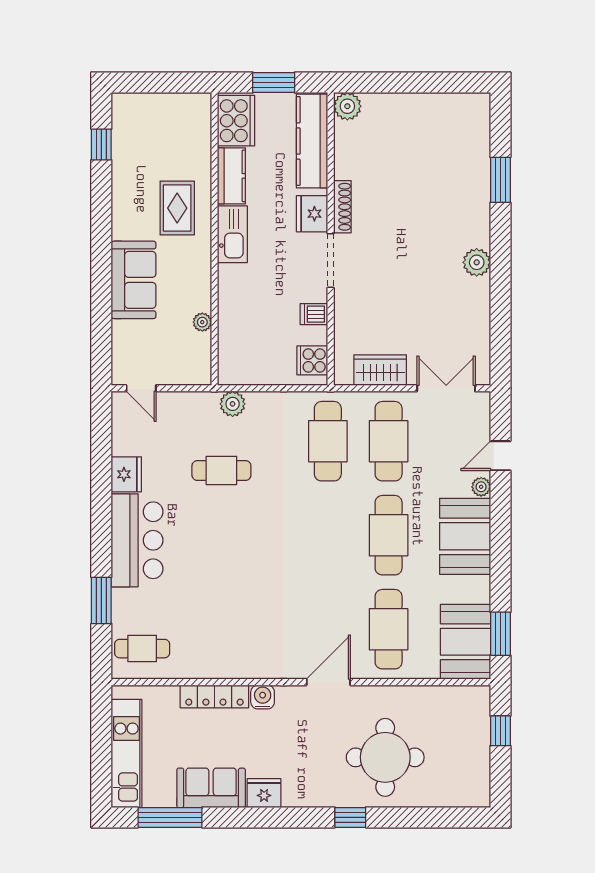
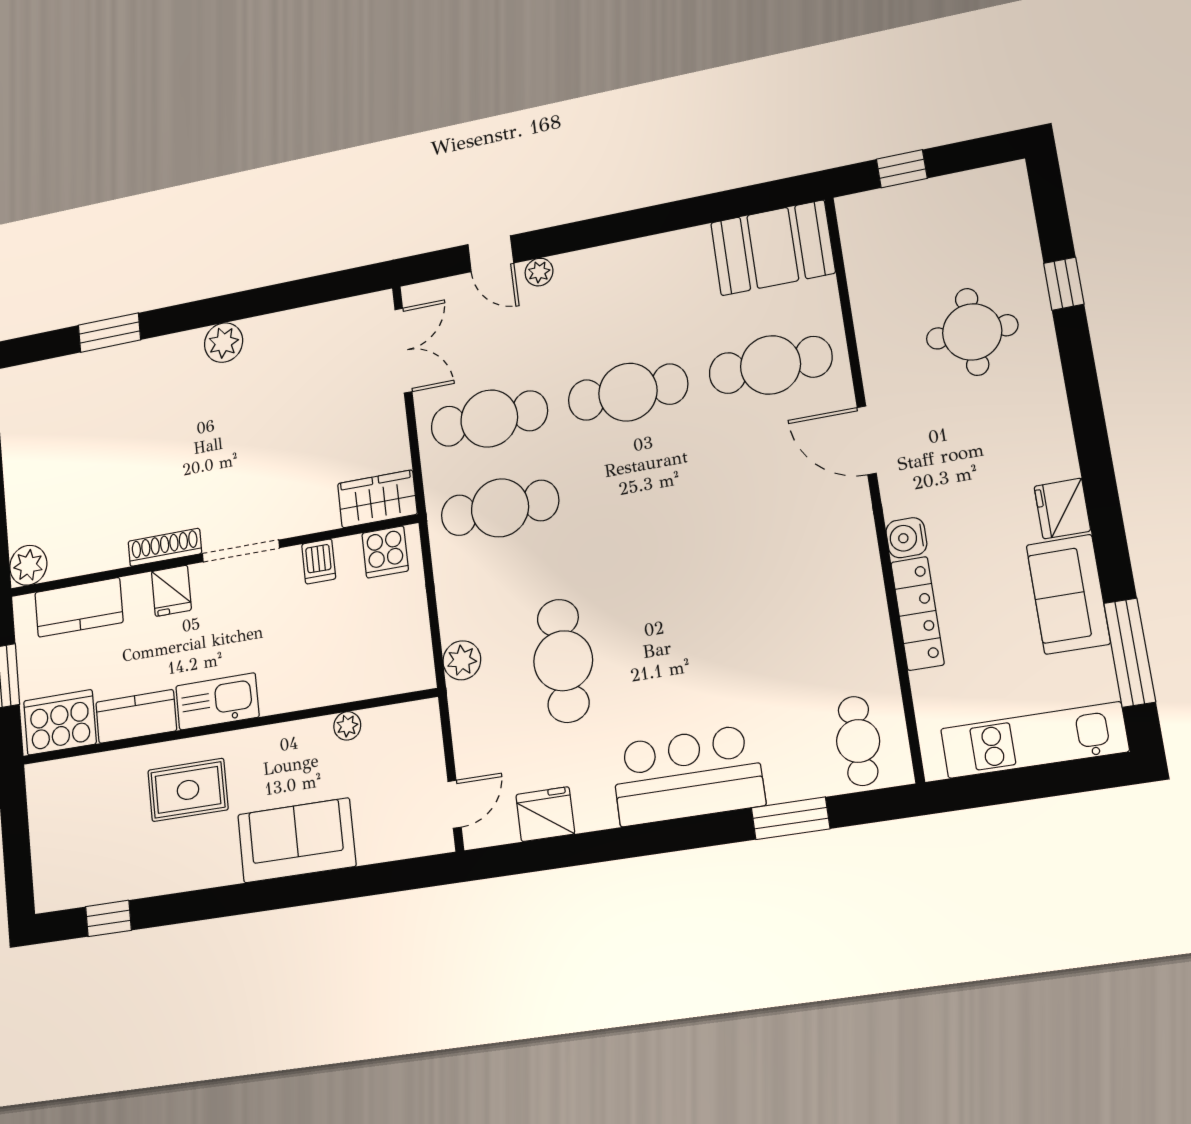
kitchen counter: (312, 141) -> (79, 607), width x0.67
fridge: (312, 214) -> (171, 591), width x0.72
wardrobe: (380, 370) -> (377, 499), moved, turned 90
double door: (446, 388) -> (403, 351), swing flipped
cafe table: (221, 470) -> (563, 661), width x1.37, depth x1.35
fridge: (126, 474) -> (545, 814), moved
booth: (465, 536) -> (615, 280), removed
window: (500, 634) -> (753, 200), removed
round table: (385, 757) -> (972, 332), width x0.73, depth x0.73
window: (350, 817) -> (1064, 284), moved

